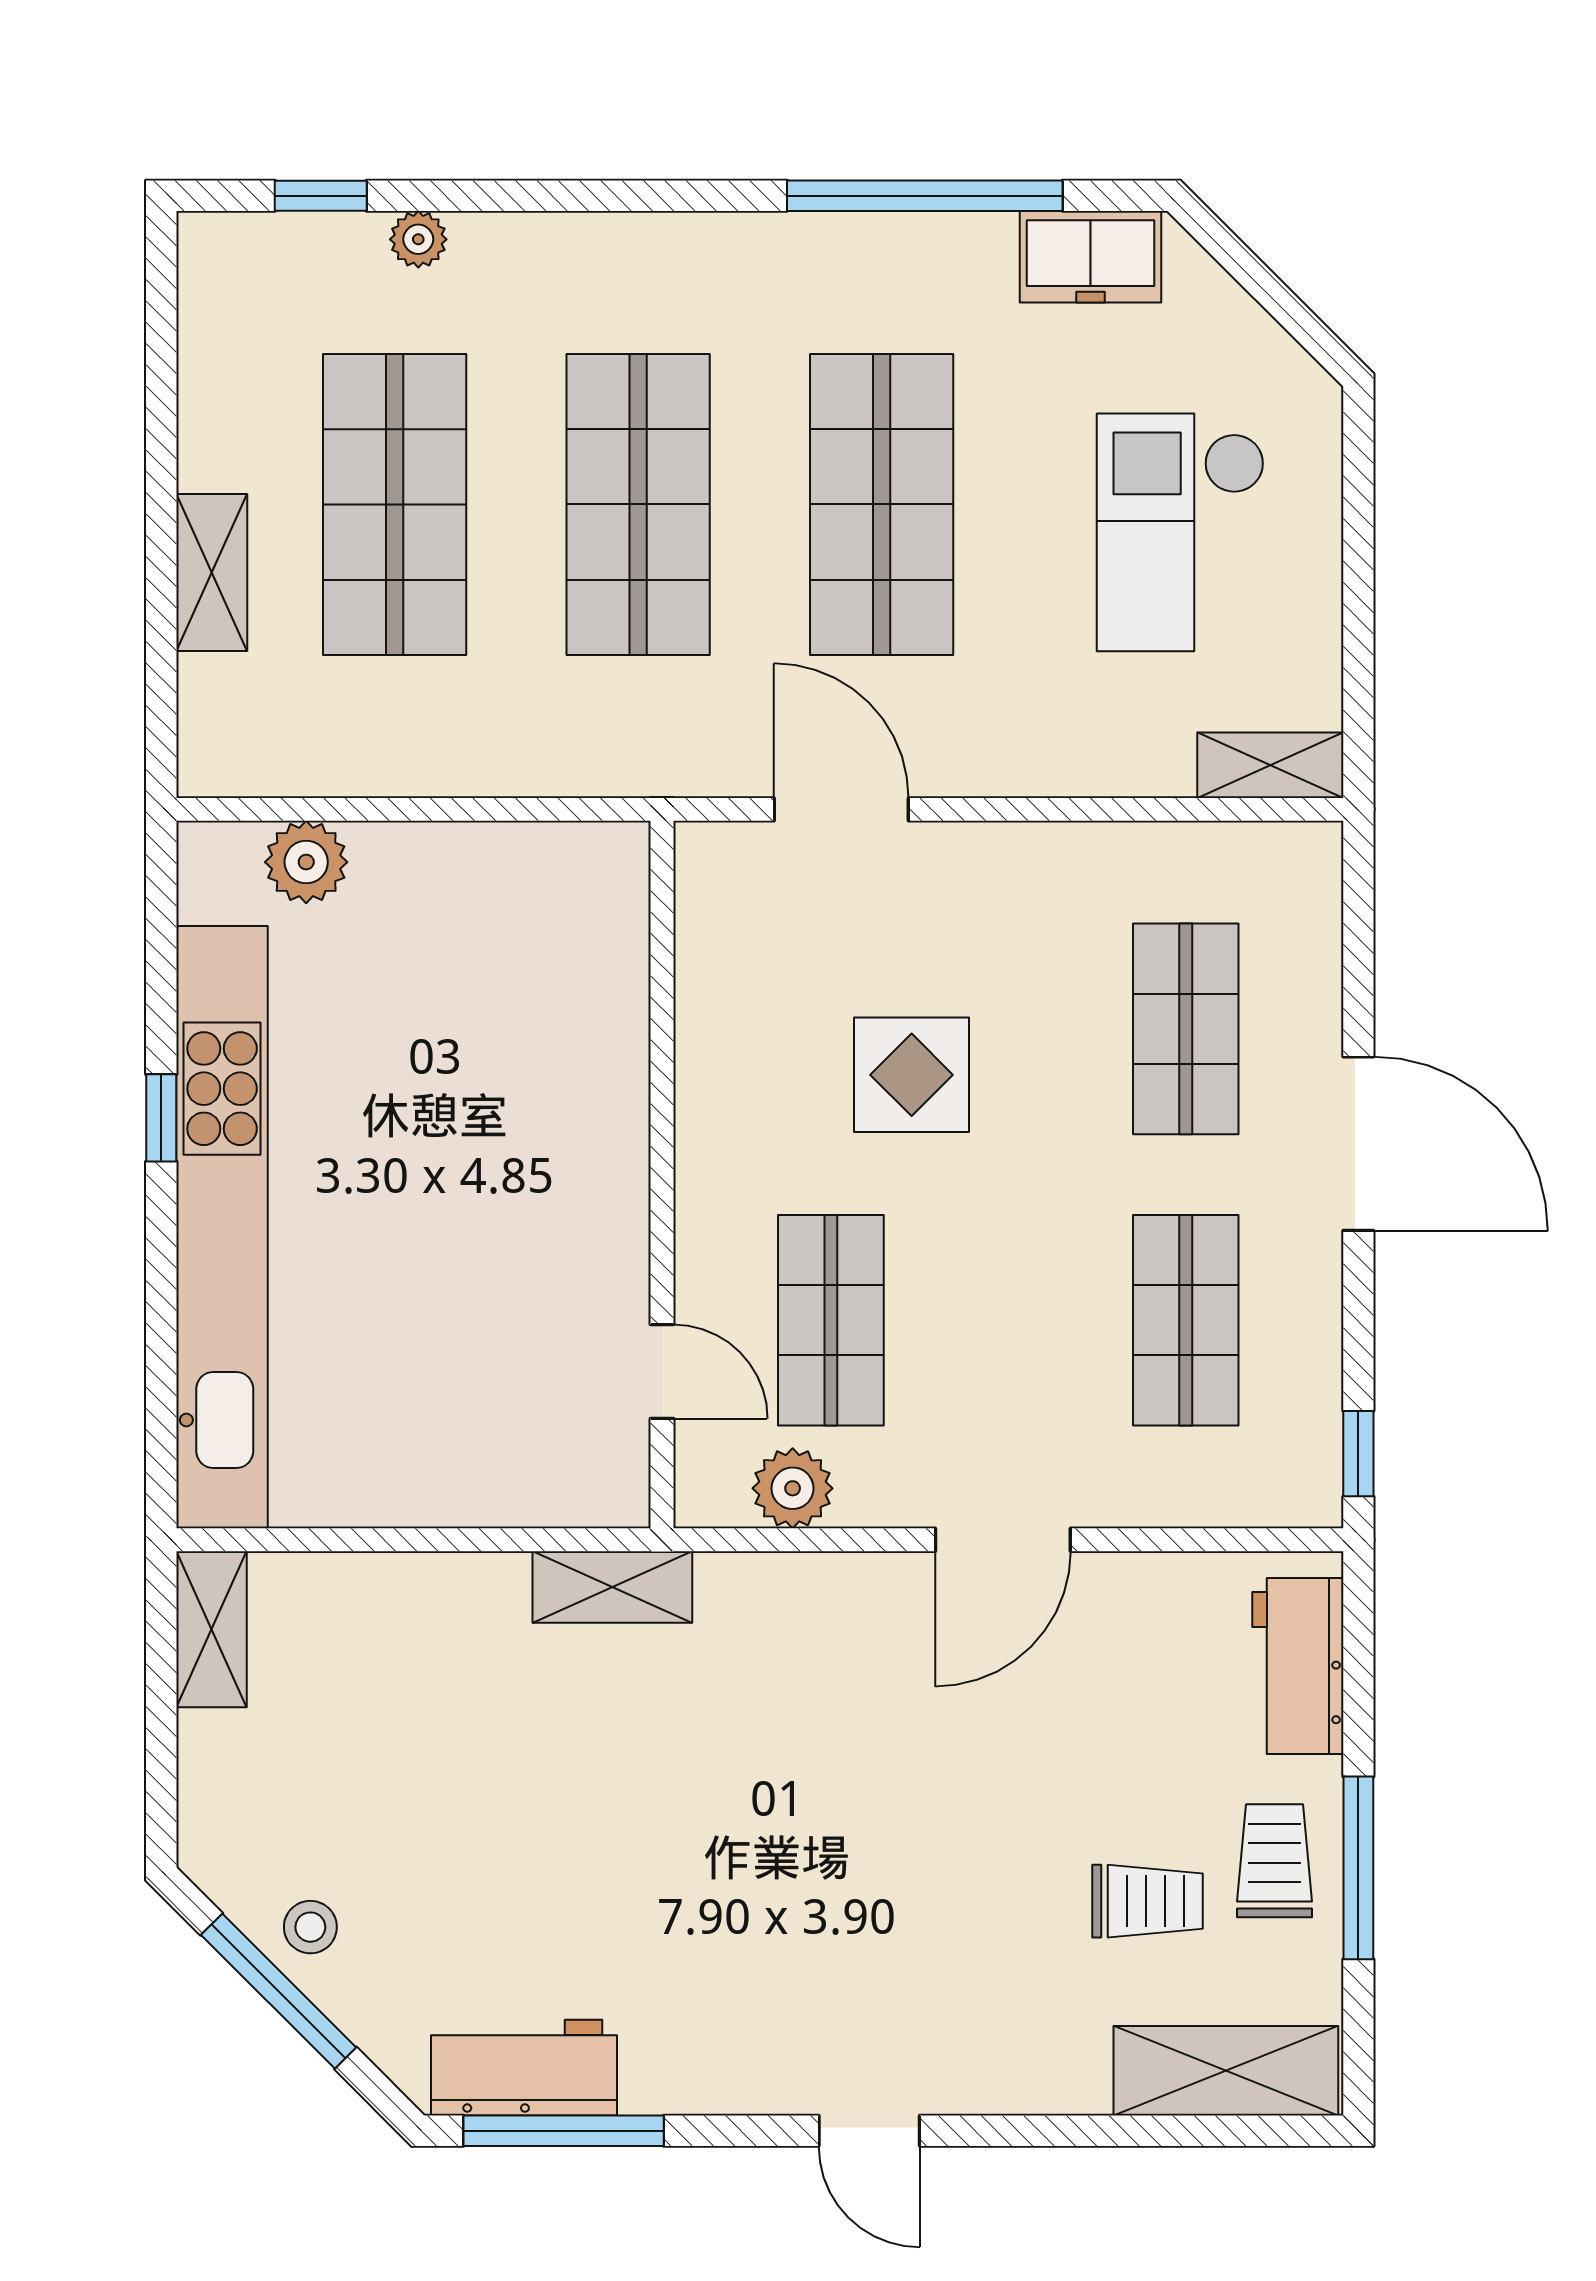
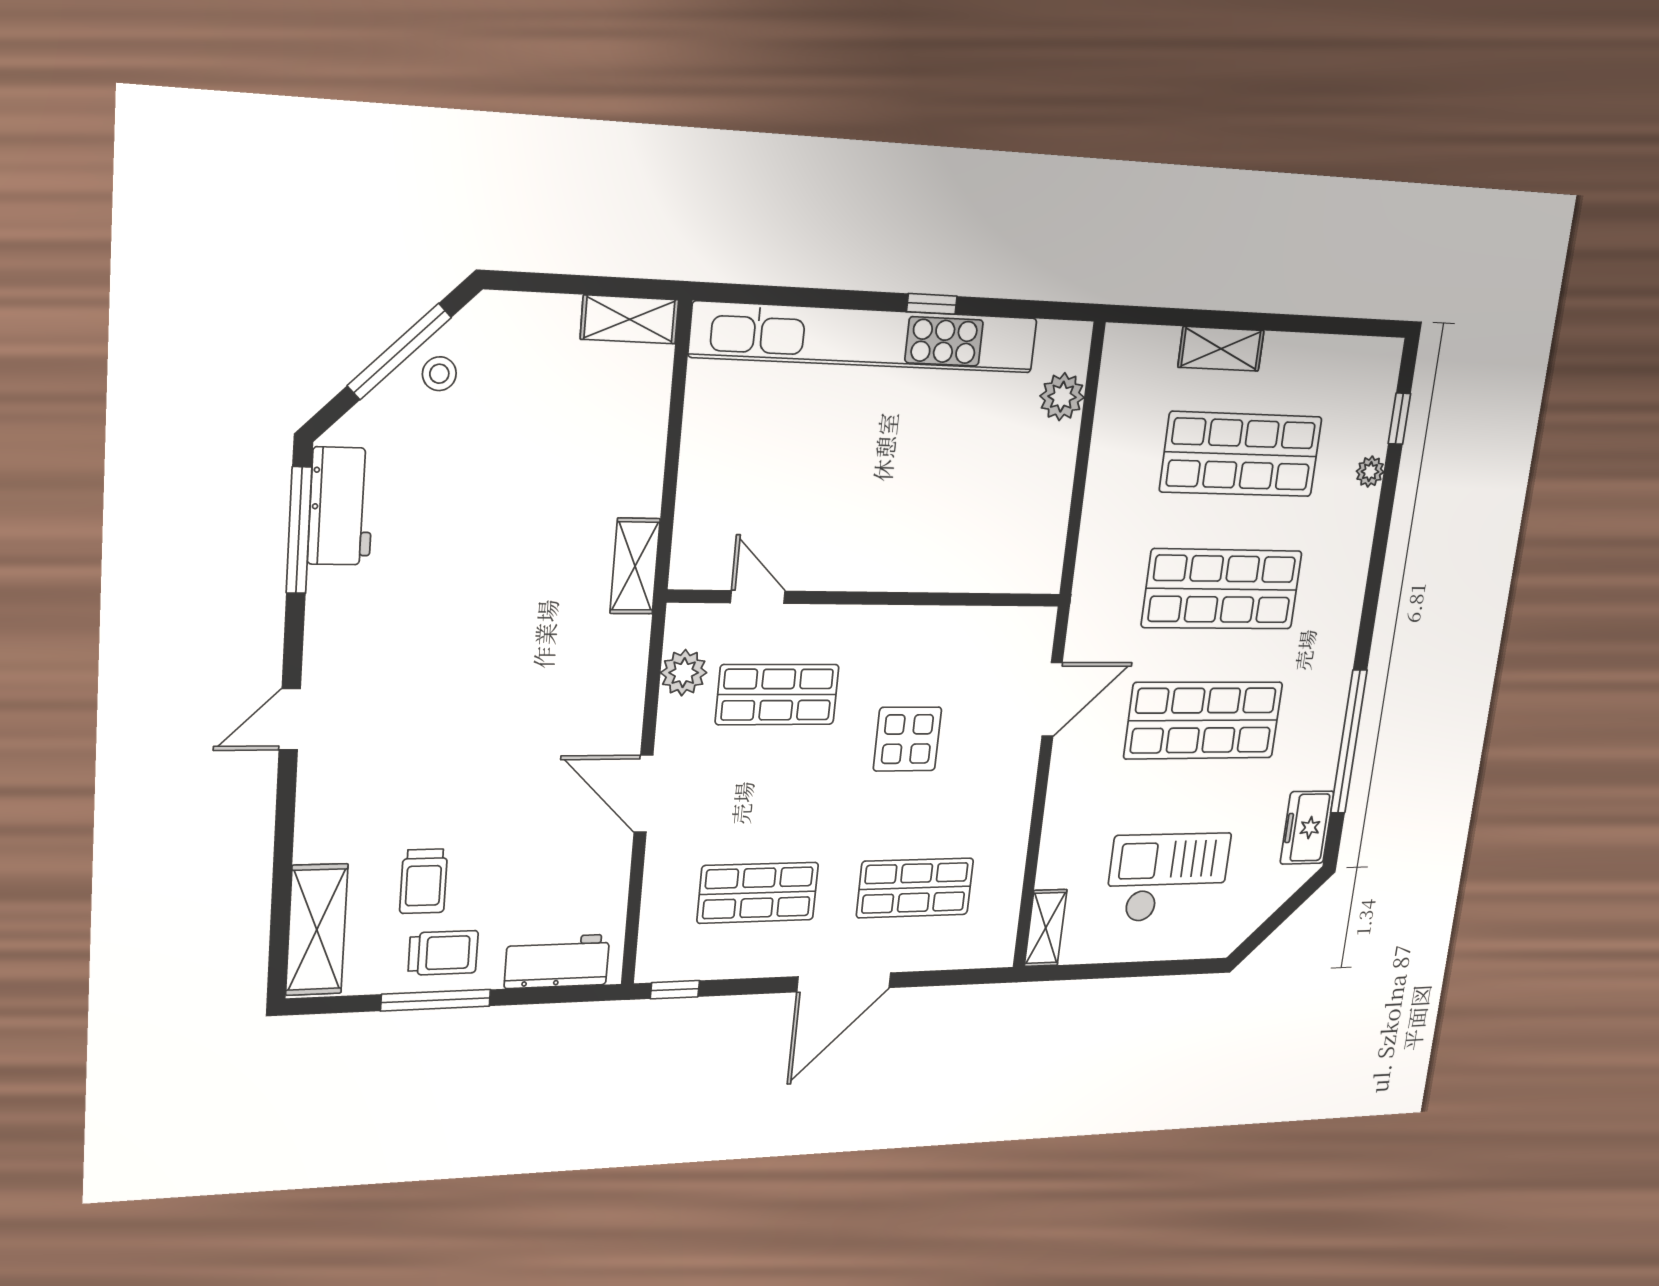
door: (662, 1372) -> (758, 597), swing flipped

